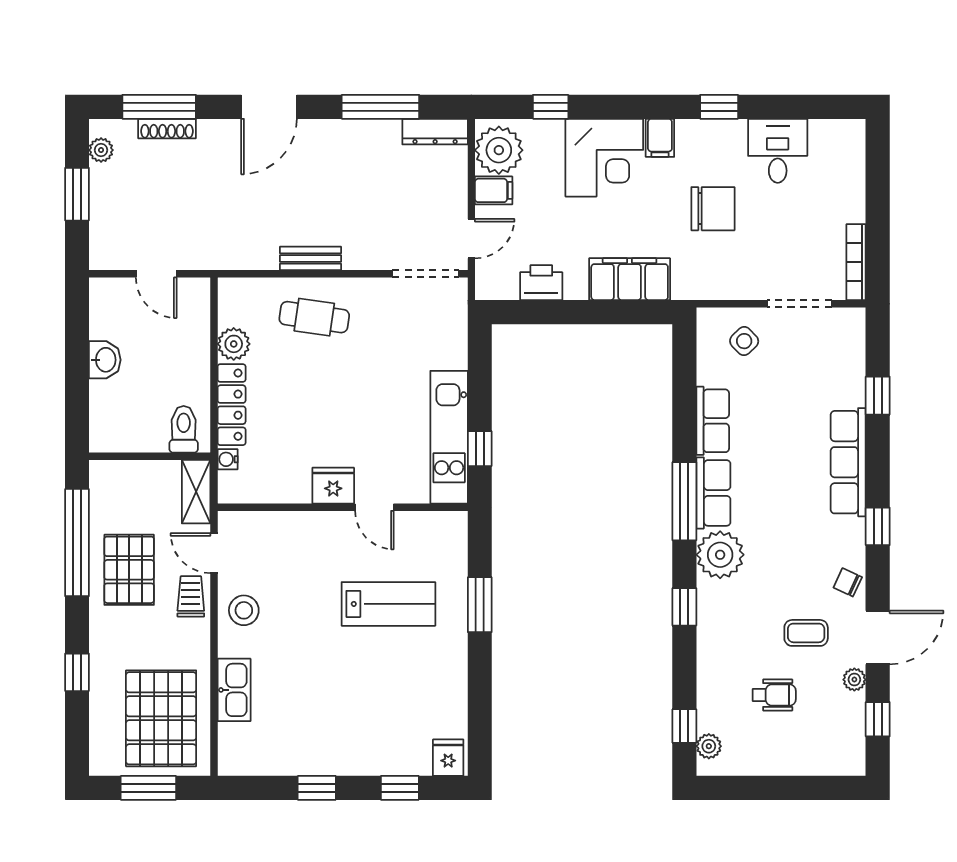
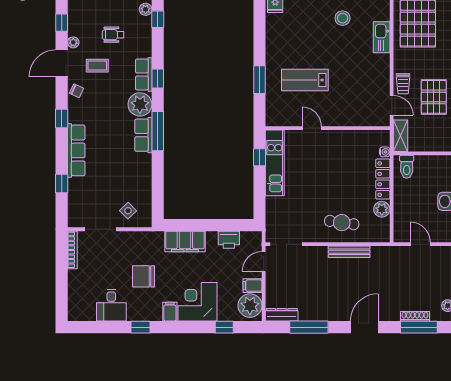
bench: (310, 258) -> (349, 252), width x1.36
row of seats: (713, 421) -> (144, 74), moved
fridge: (333, 486) -> (332, 139), removed
stool: (244, 610) -> (343, 18), moved

